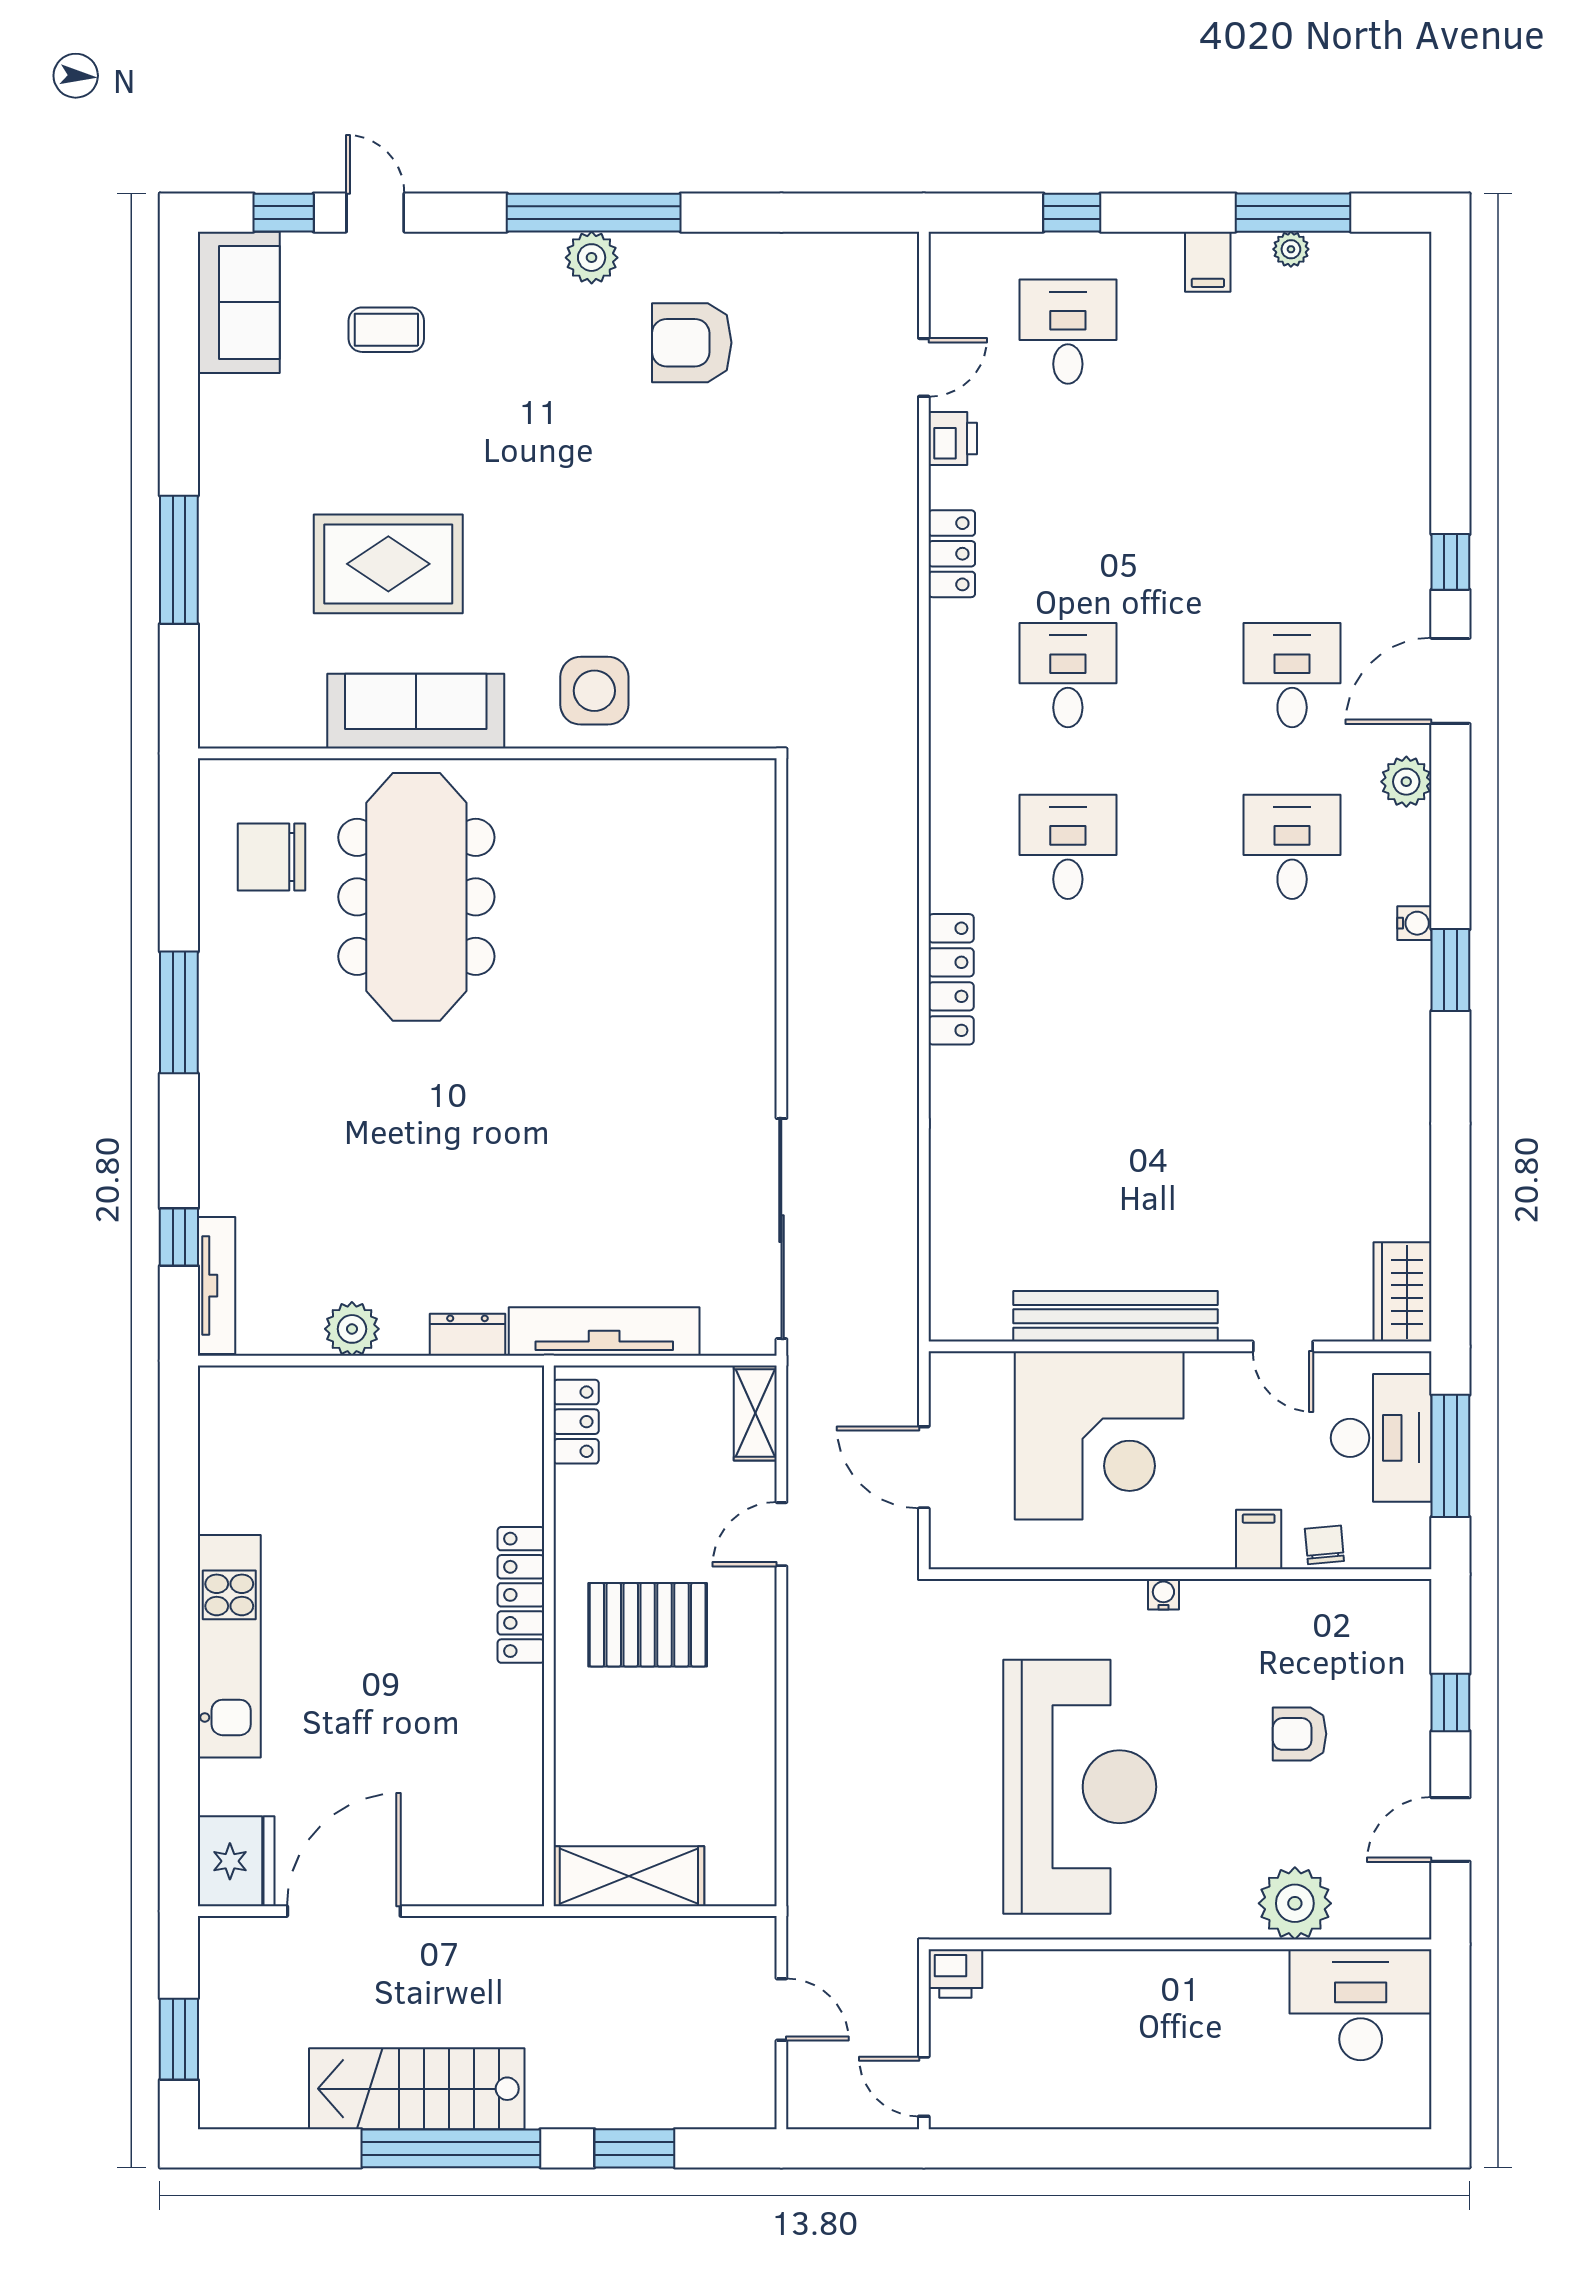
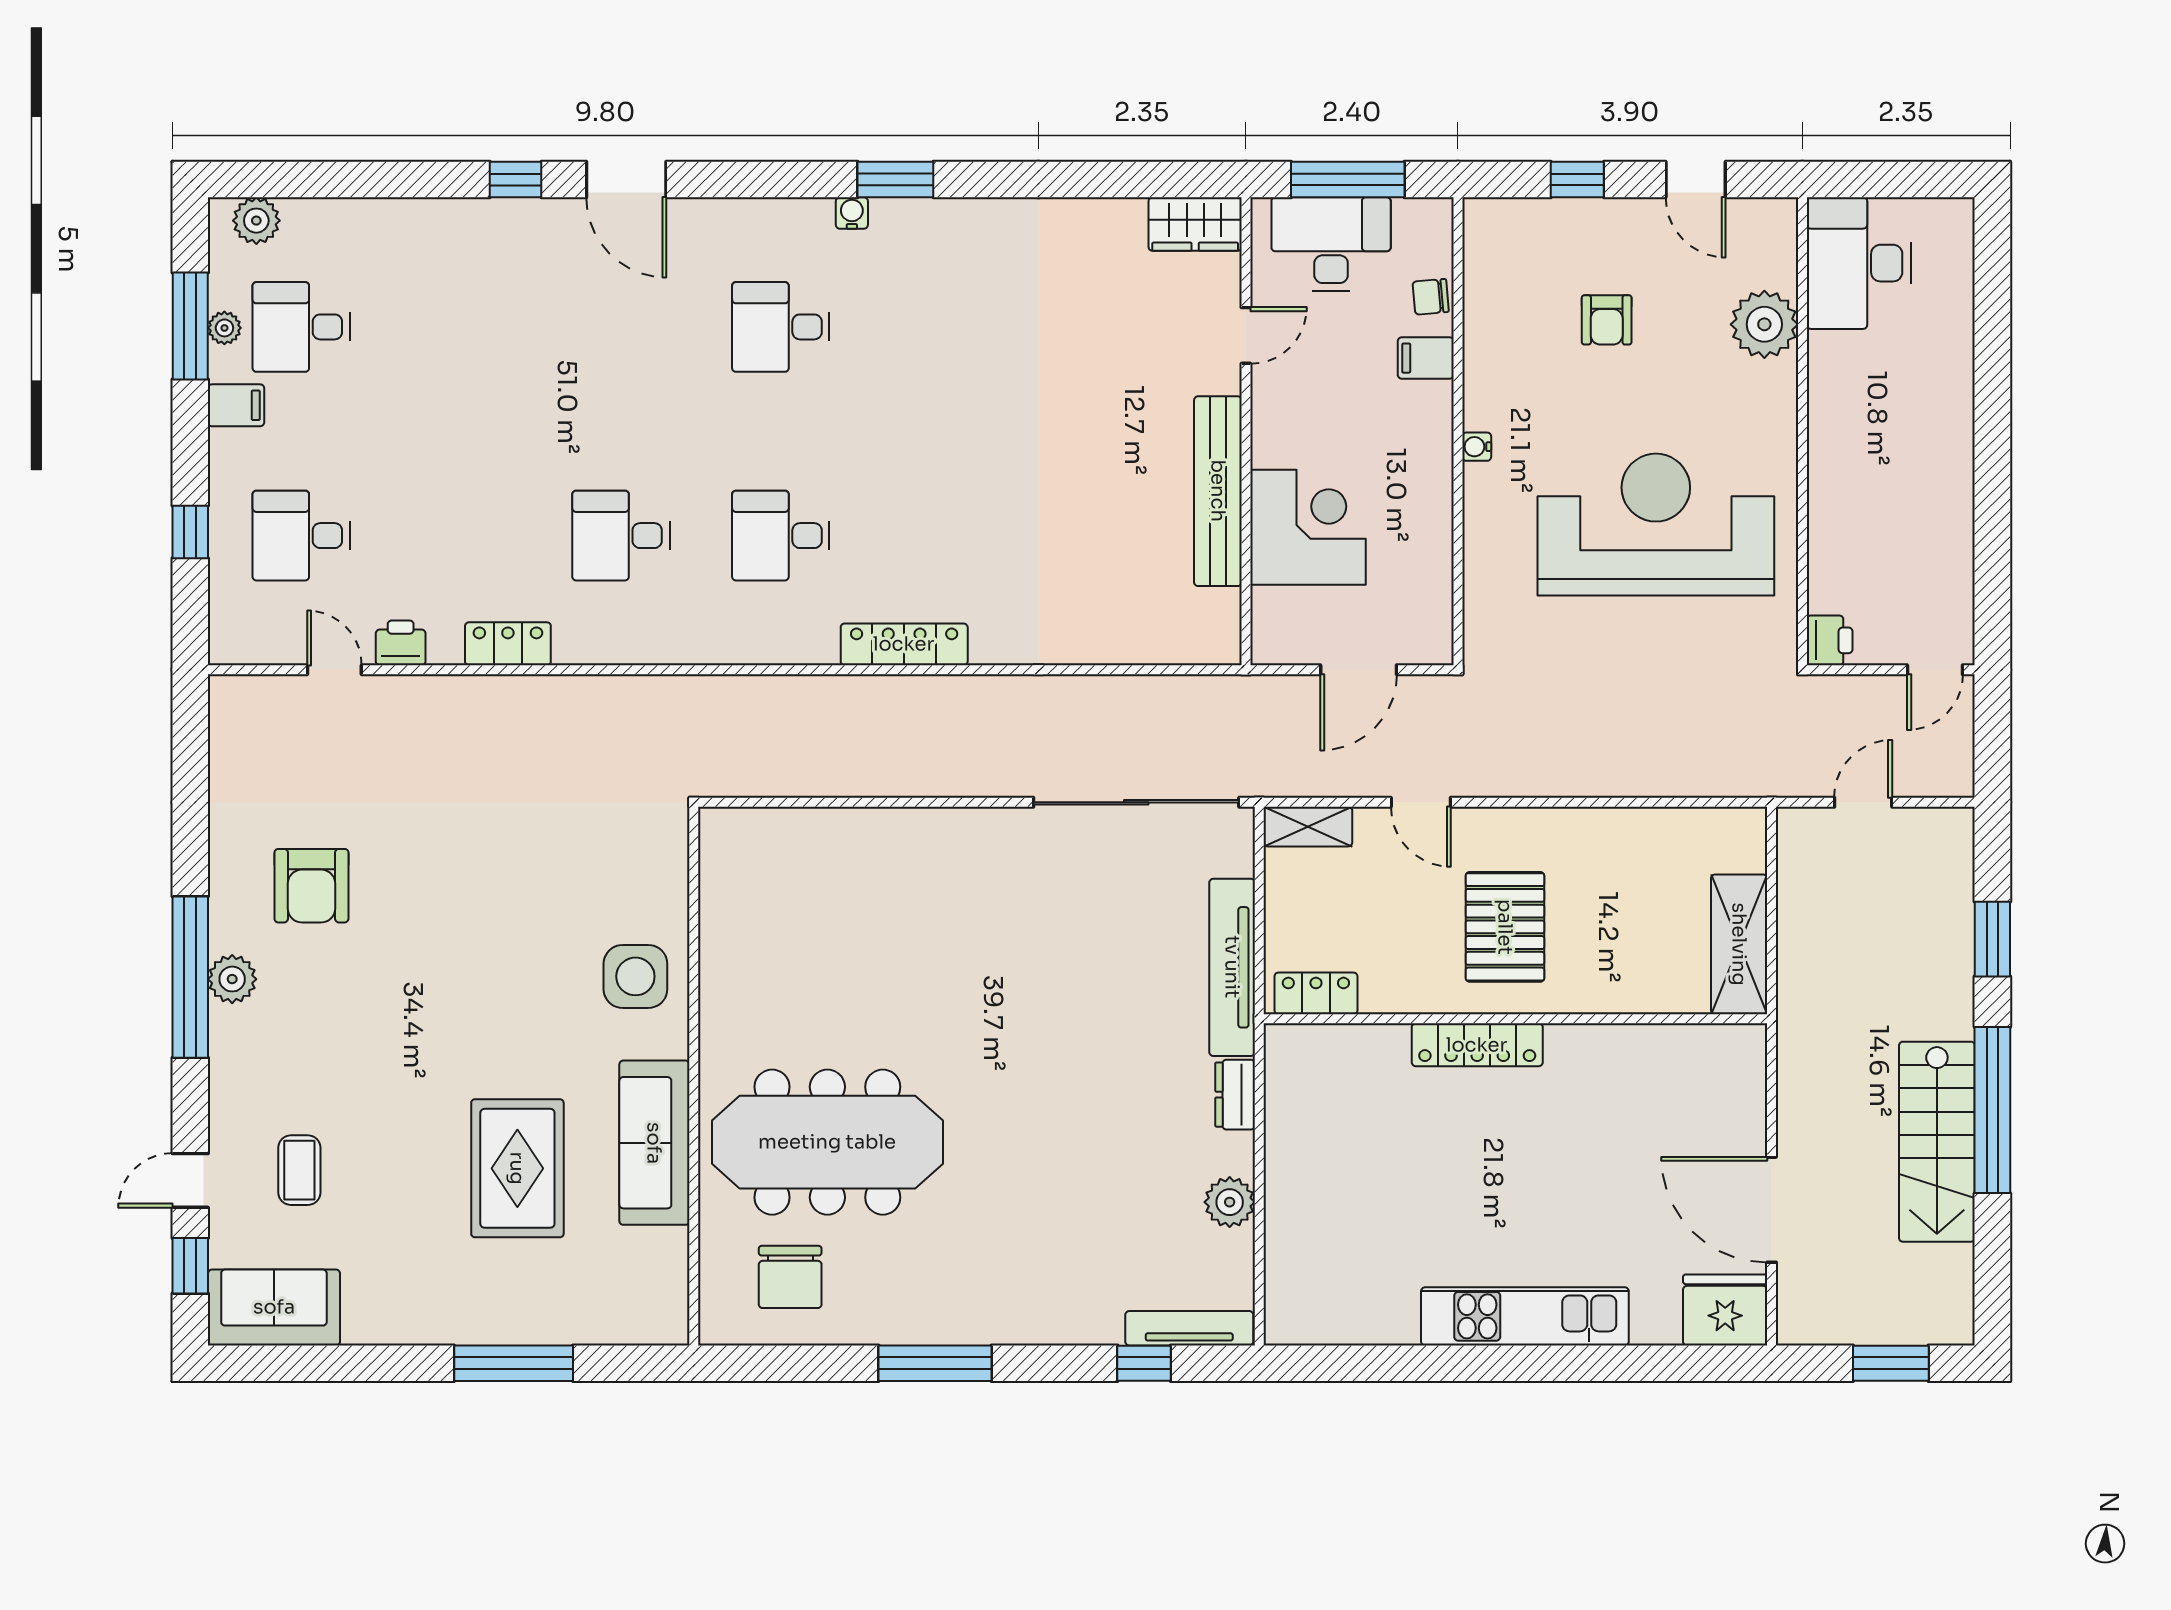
desk: (1292, 675) -> (301, 327), moved
plant: (1406, 782) -> (256, 221), moved
corner desk: (1099, 1435) -> (1308, 527), width x0.74, depth x0.74

